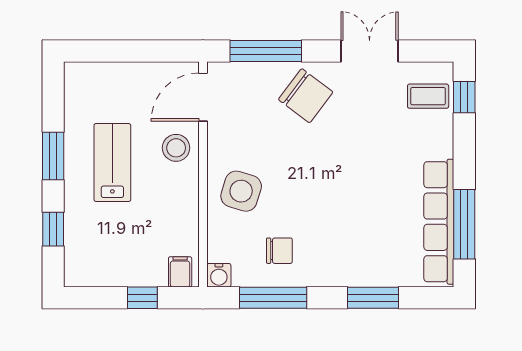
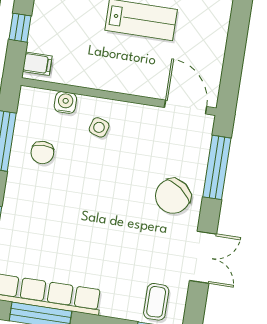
stool: (176, 148) -> (145, 77), removed
side table: (241, 191) -> (99, 127), width x0.54, depth x0.54
water cooler: (219, 275) -> (65, 102), moved, turned 90

